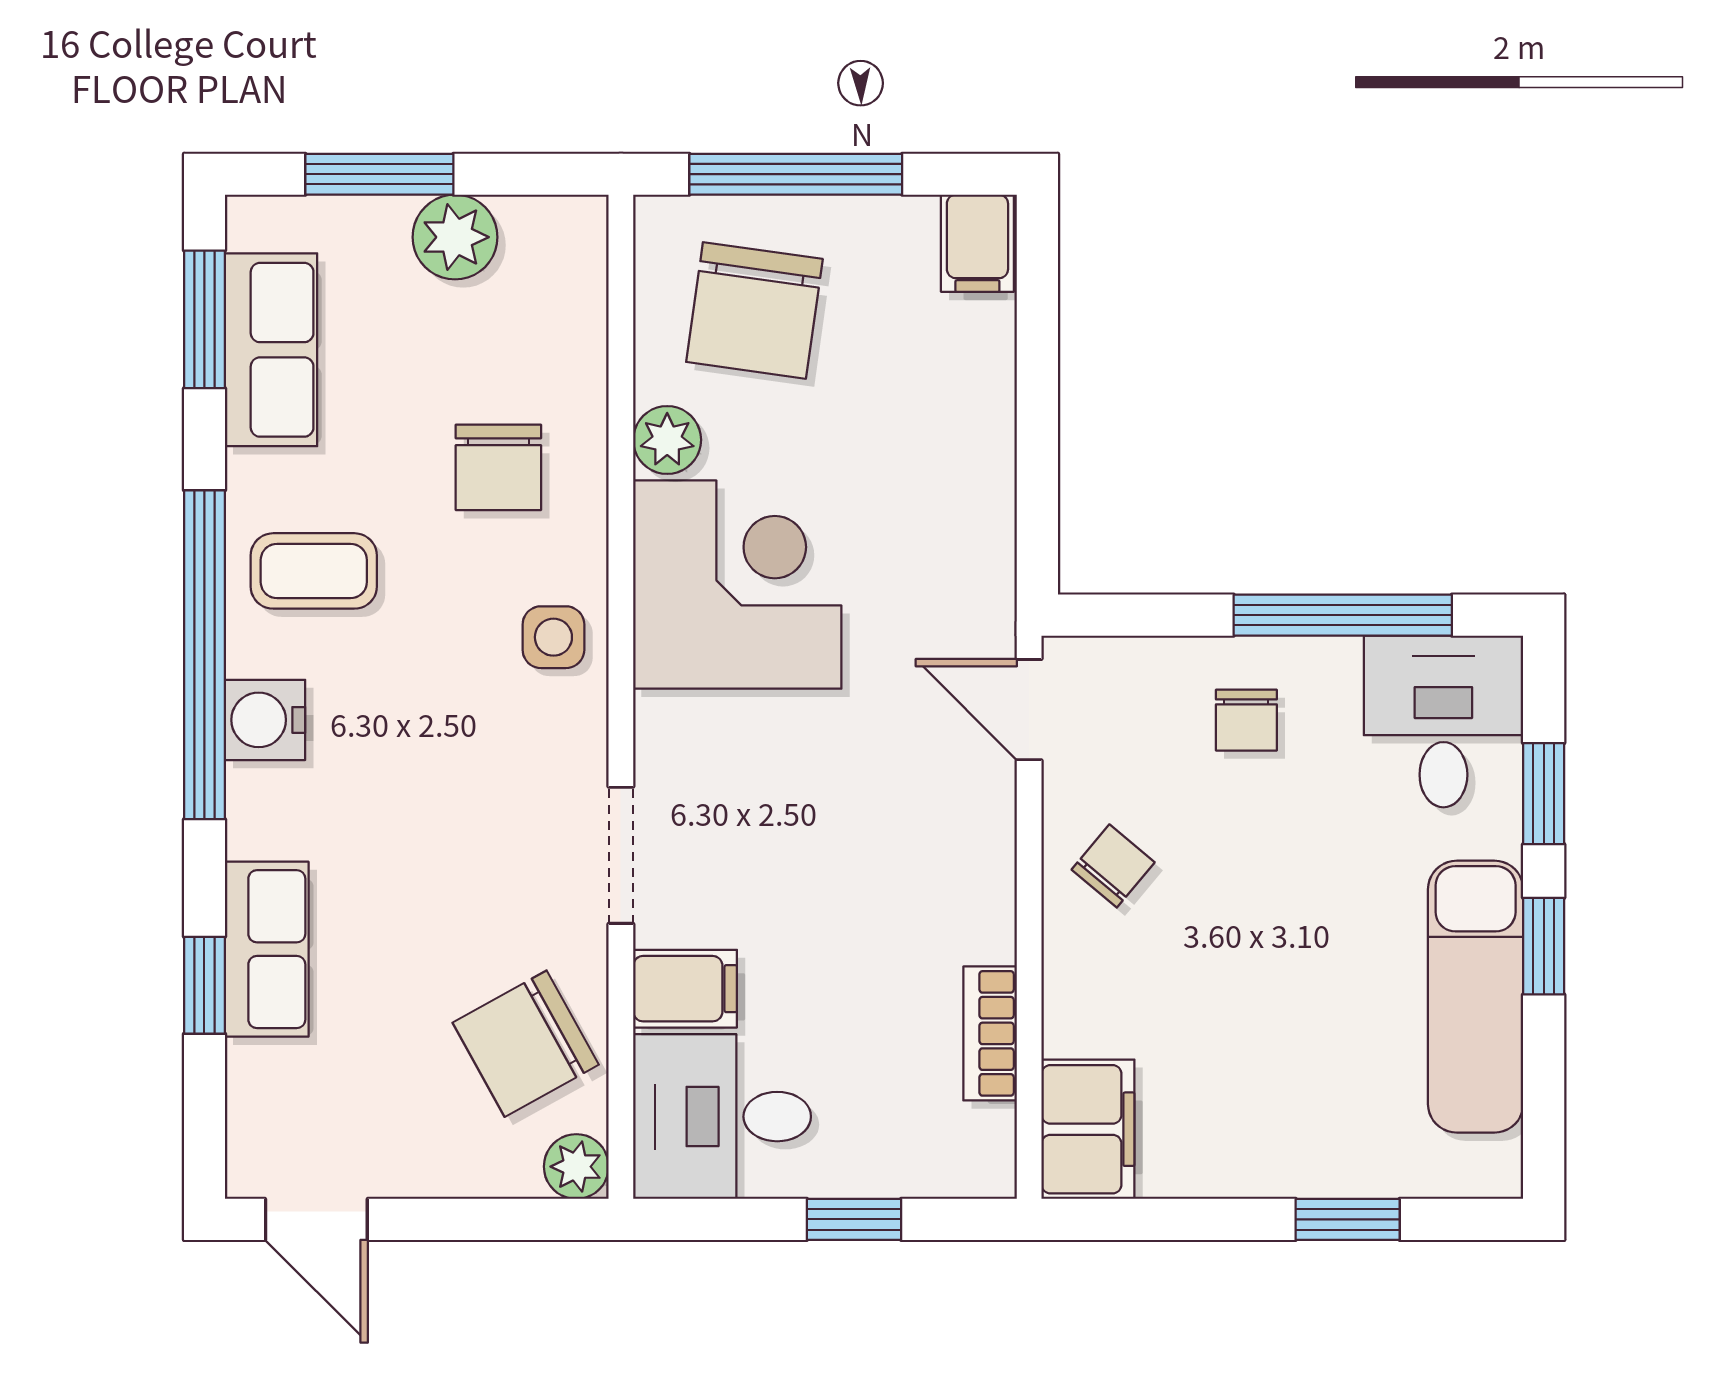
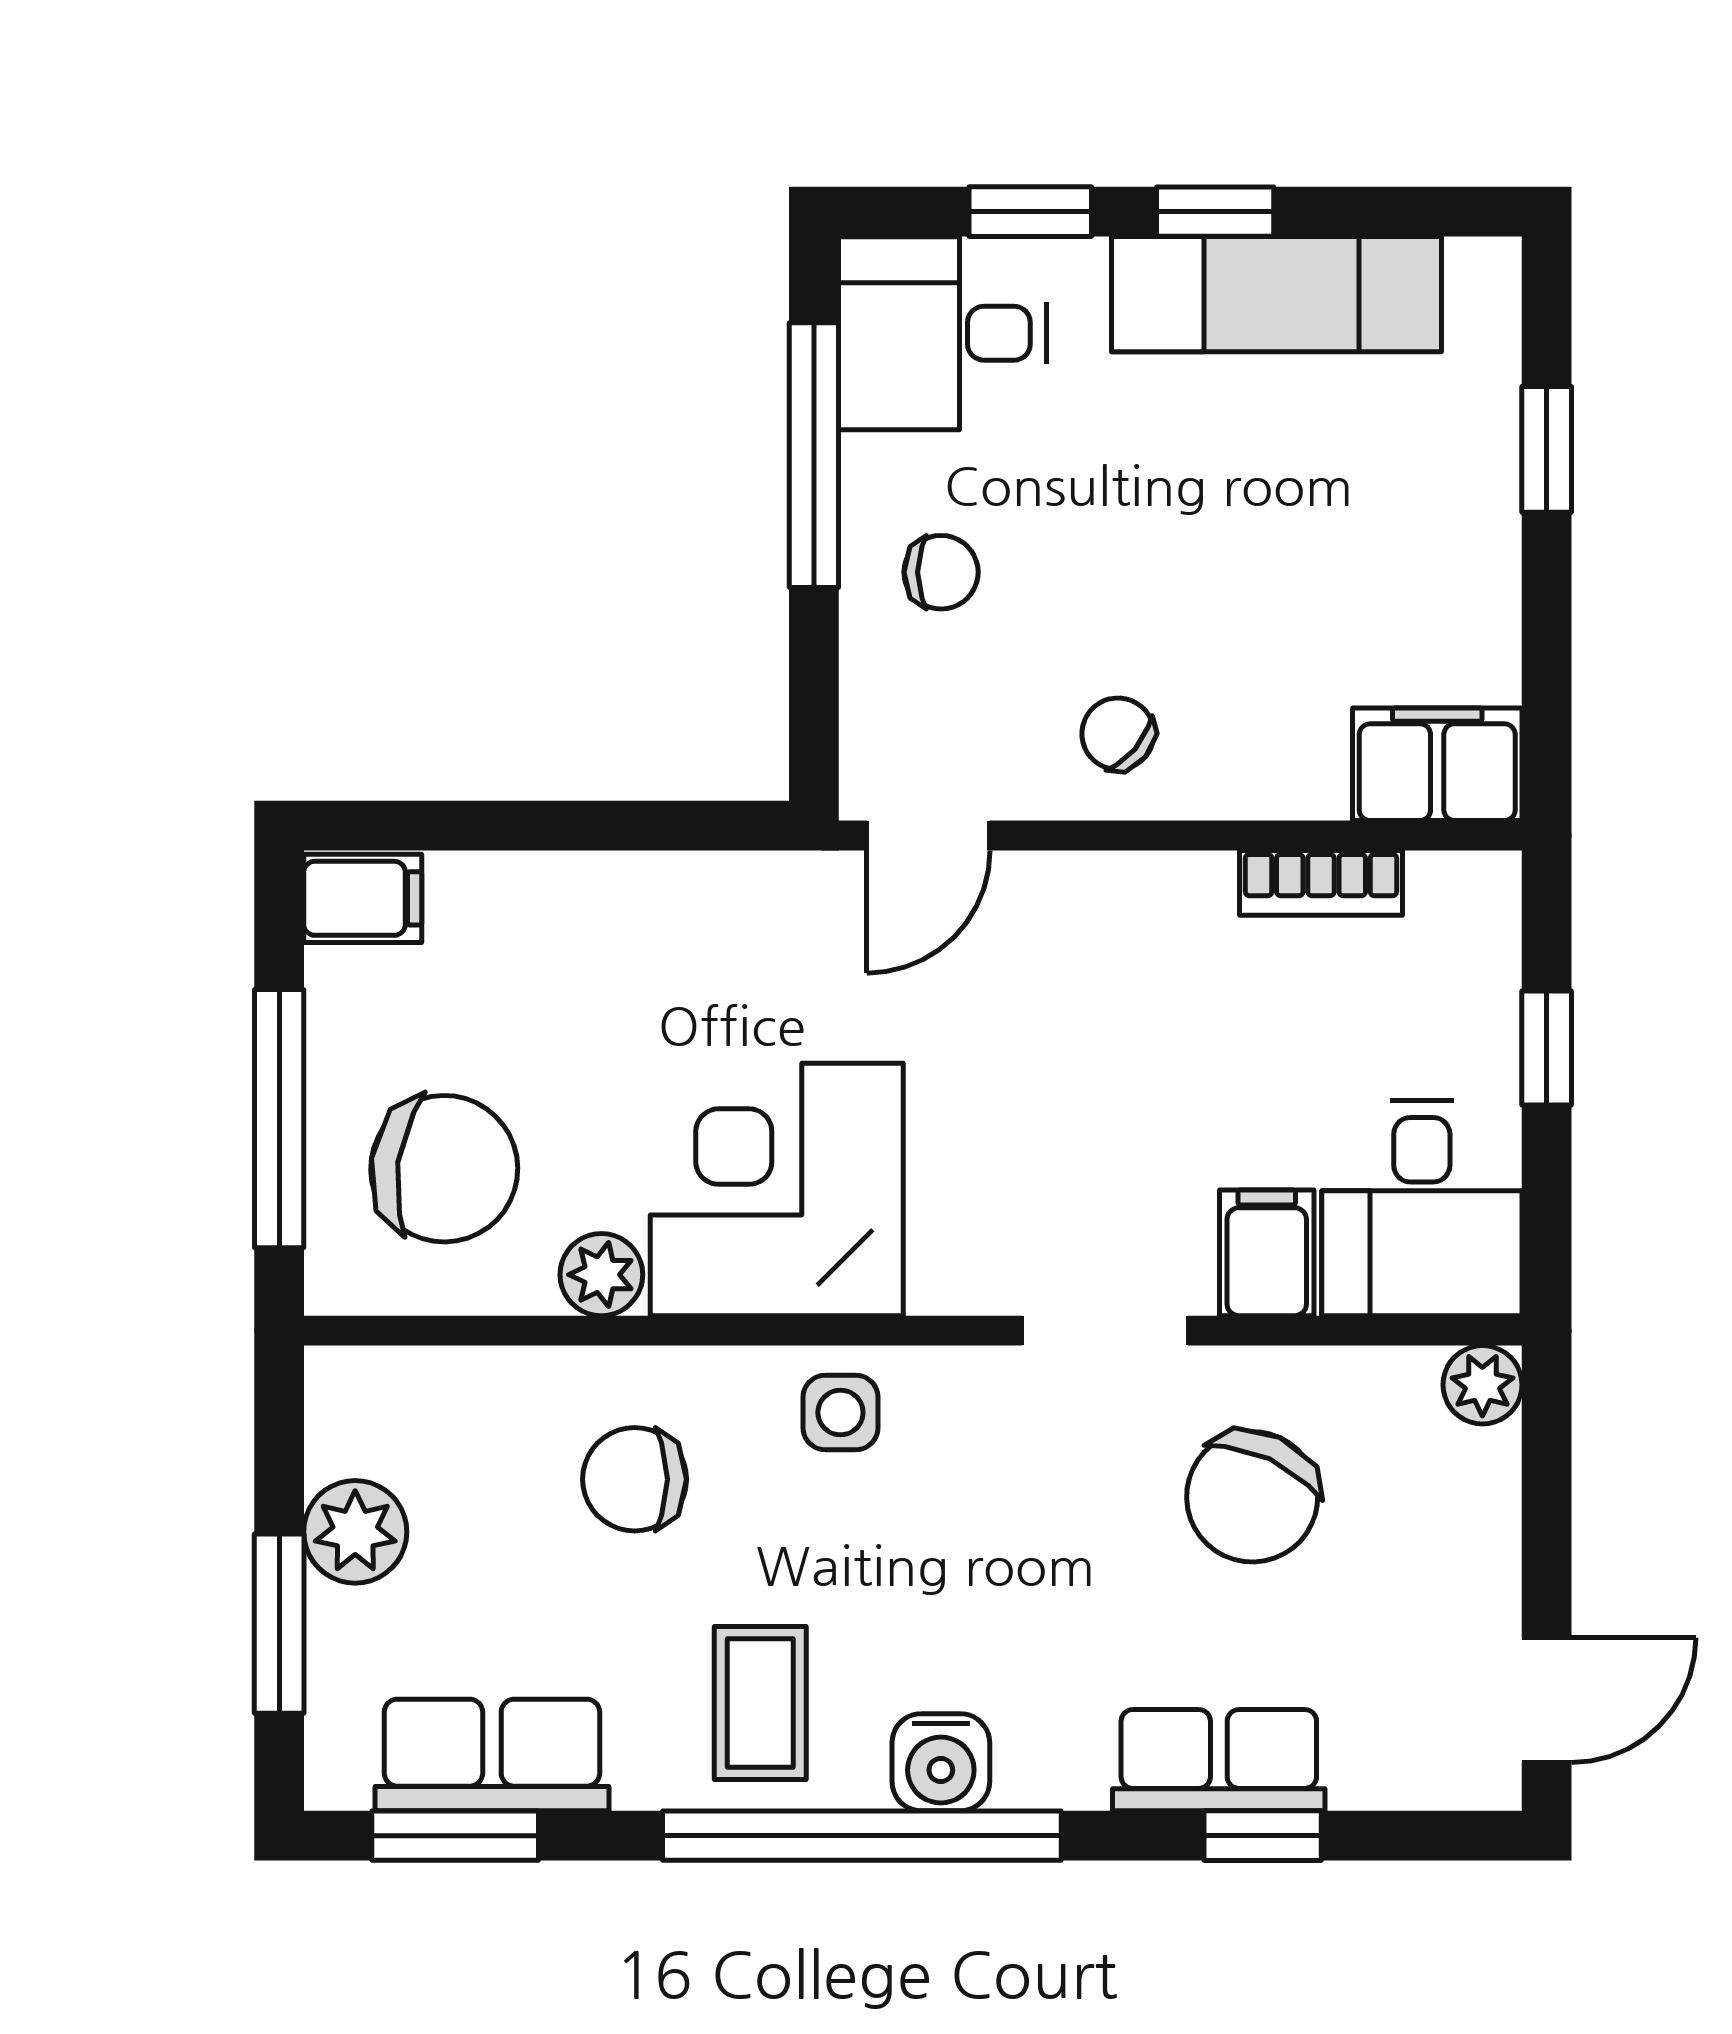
chair: (498, 467) -> (635, 1479), turned 180
chair: (526, 1044) -> (1252, 1497), moved, turned 54

